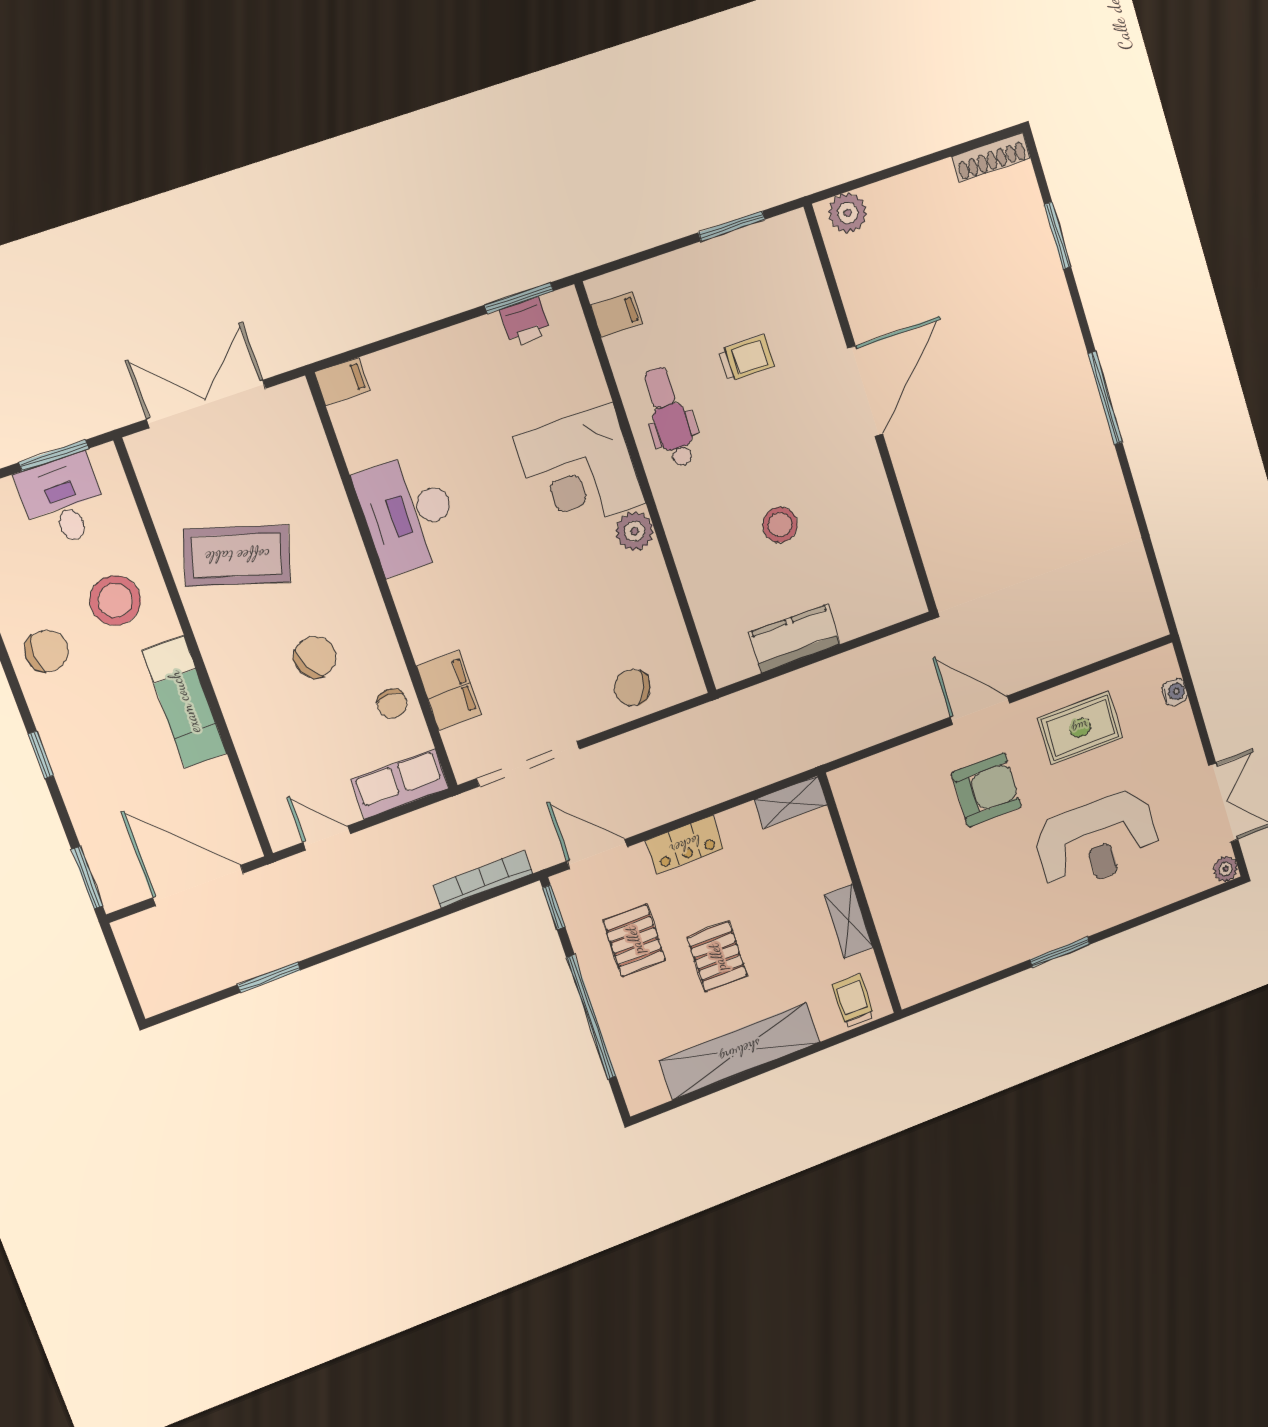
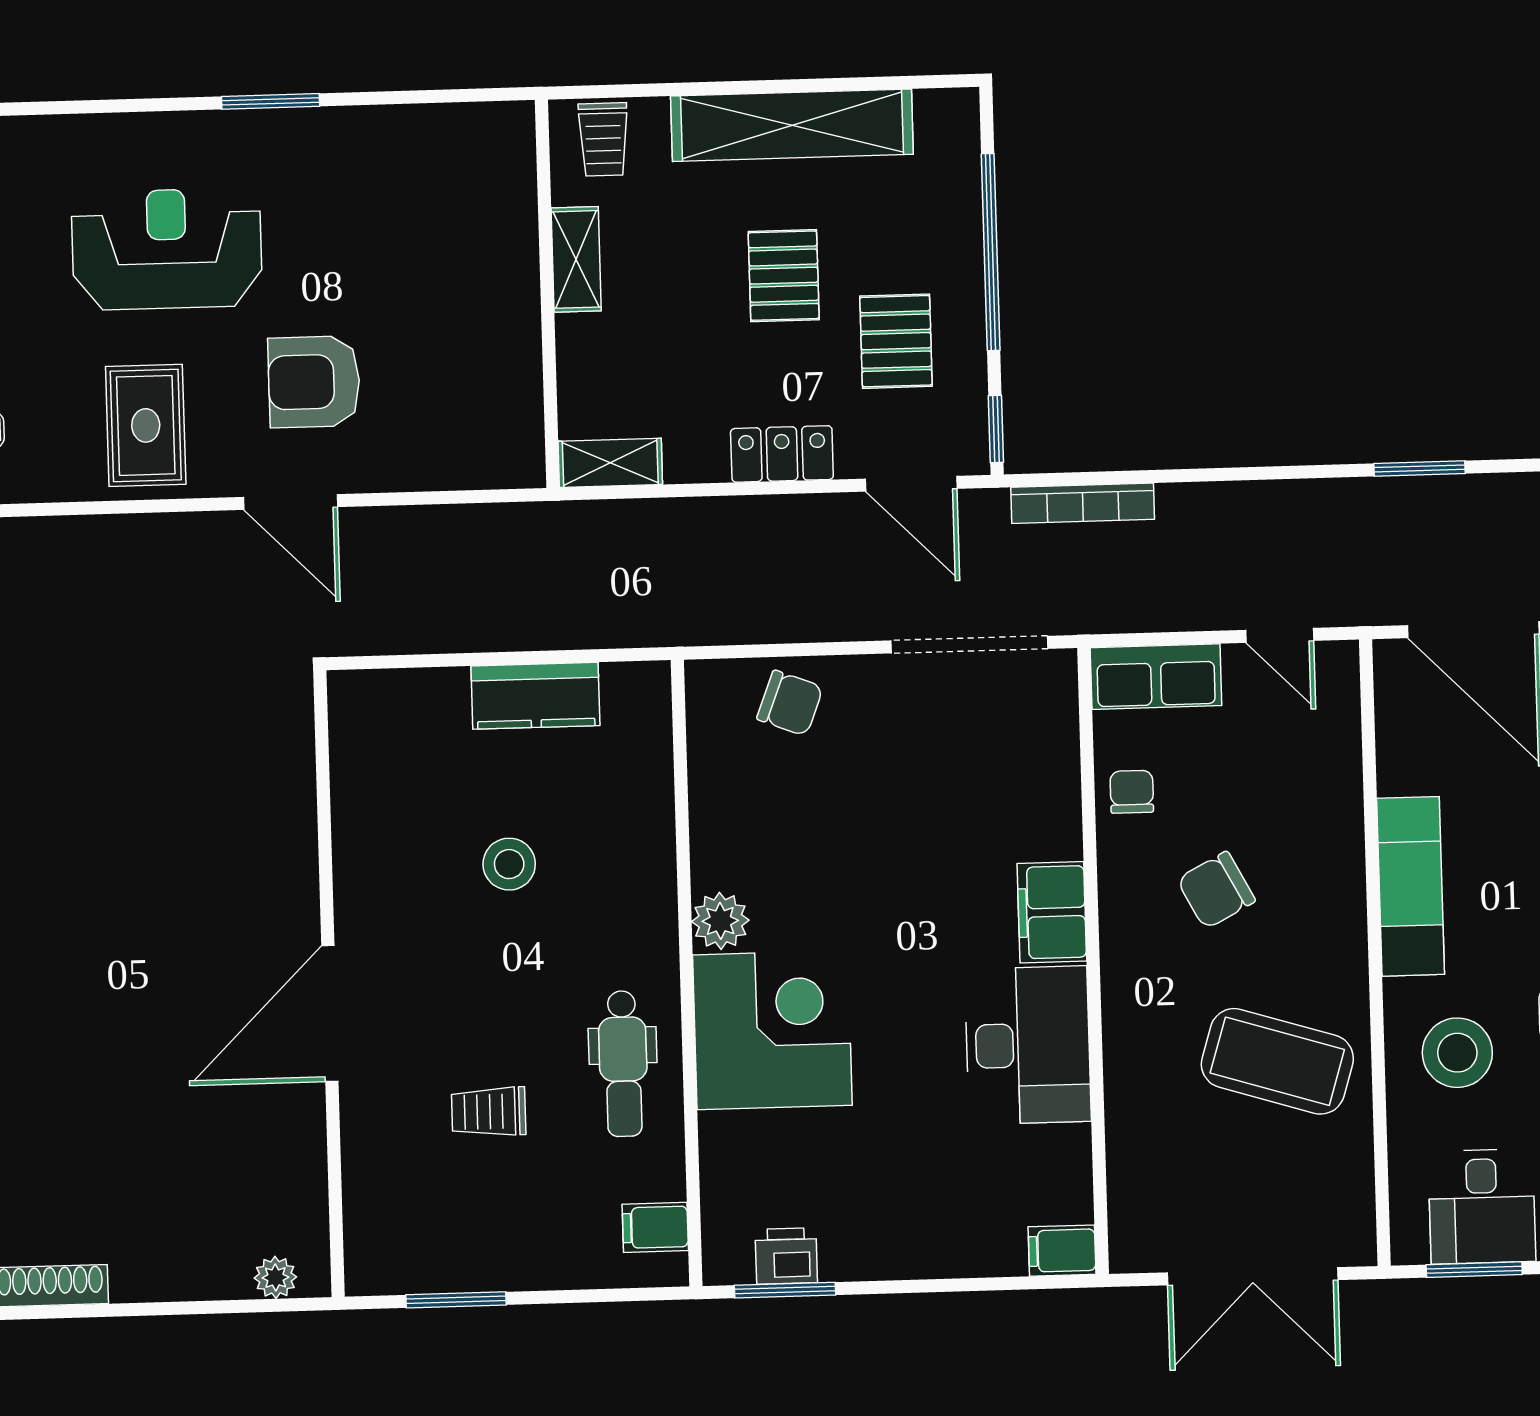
plant: (848, 213) -> (275, 1277), width x0.73, depth x0.73
filing cabinet: (449, 690) -> (1052, 912), moved
rug: (1080, 728) -> (146, 425), turned 90

